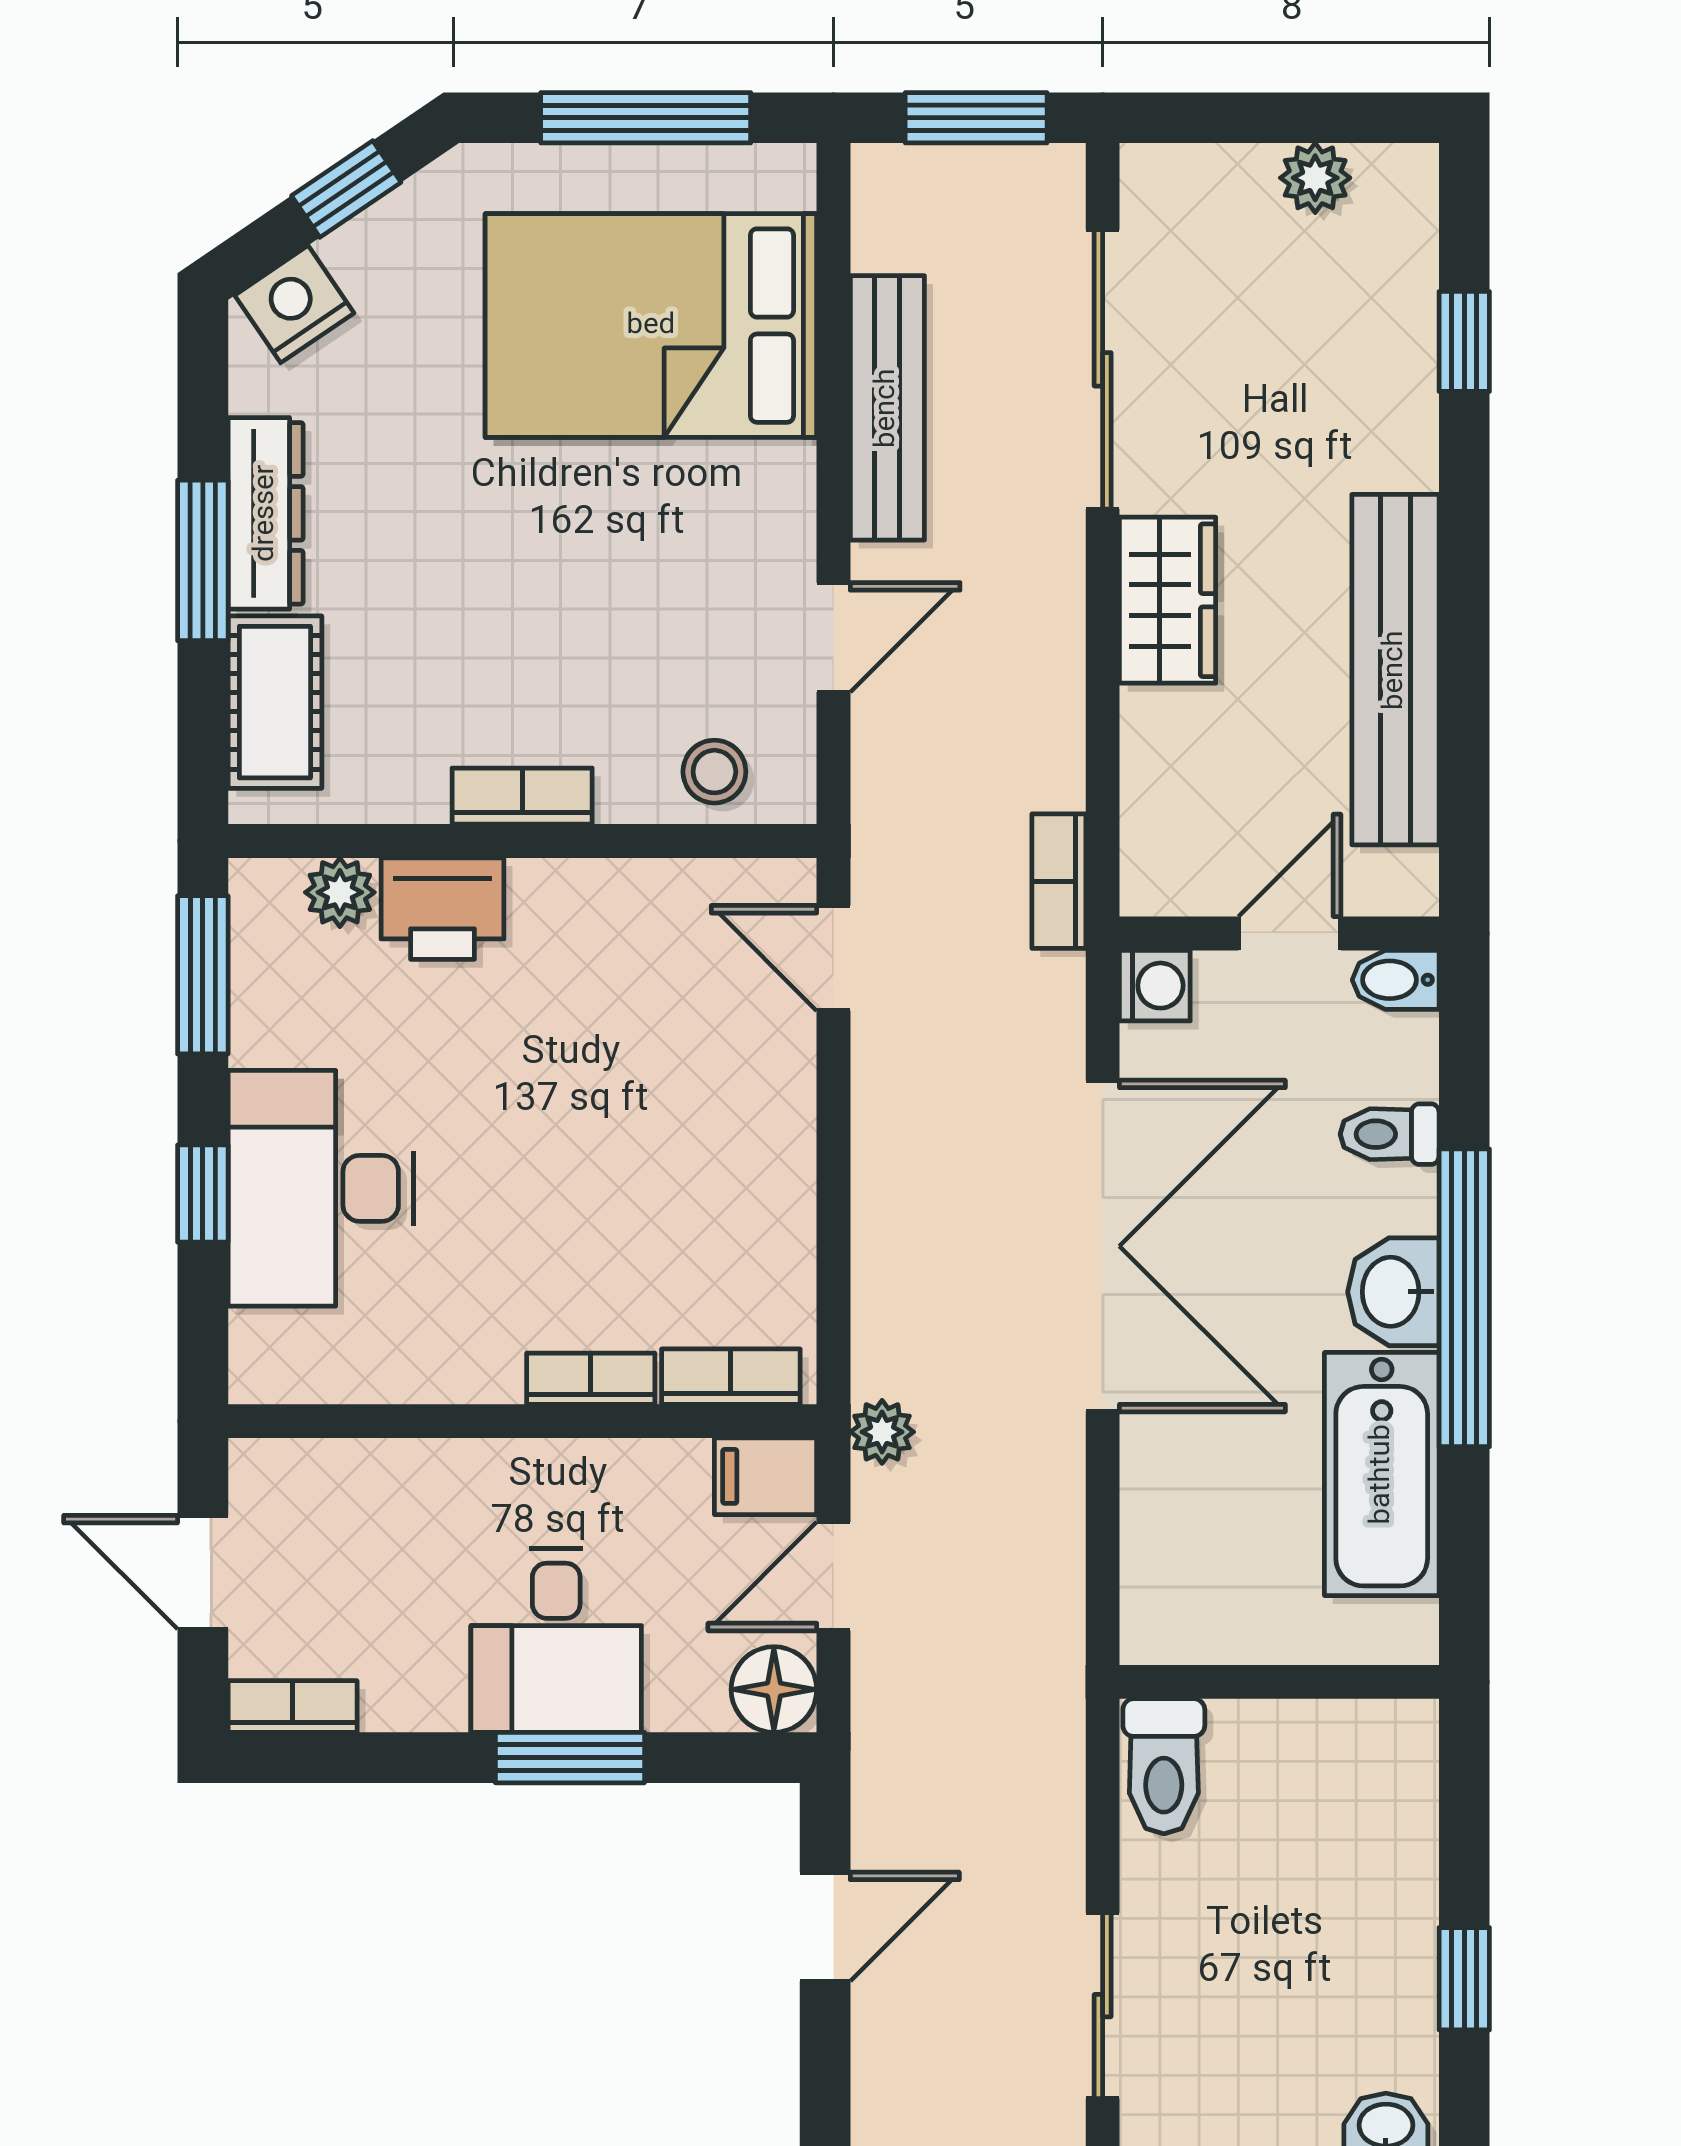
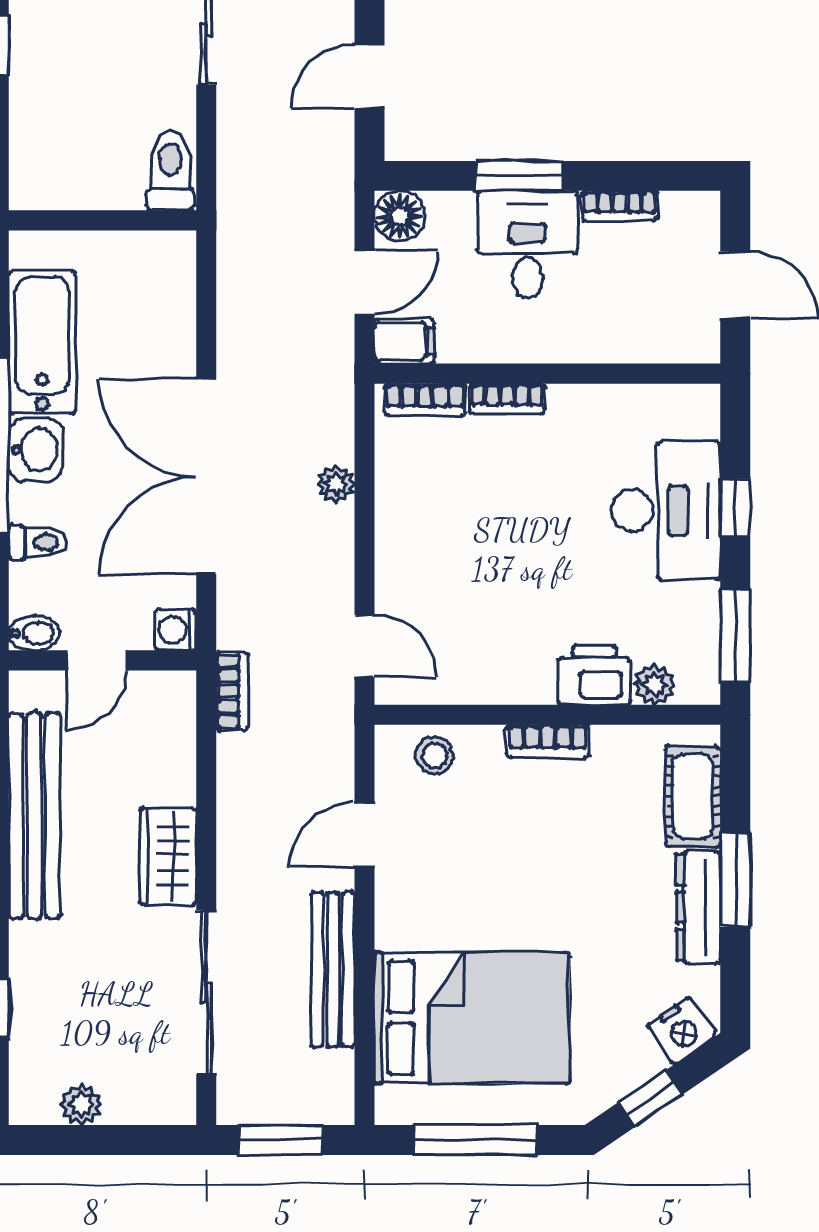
plant: (882, 1432) -> (336, 484), moved
bookcase: (293, 1707) -> (620, 206), moved

